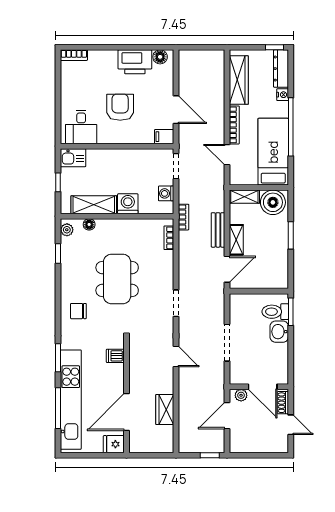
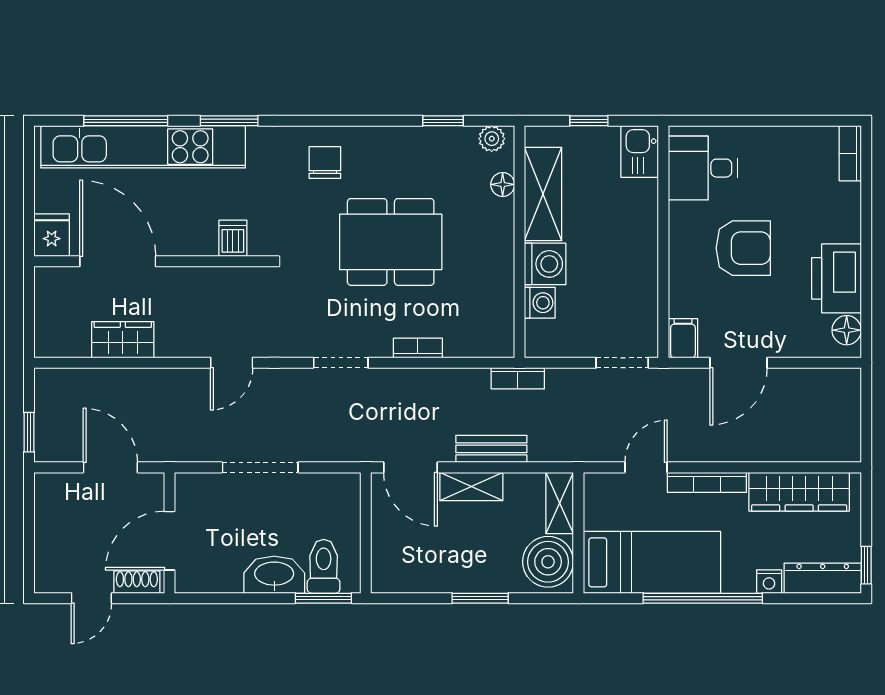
washing machine: (166, 193) -> (540, 303), moved, turned 90
bookcase: (169, 238) -> (418, 348), moved
washbasin: (279, 332) -> (274, 575), width x1.38
plant: (241, 395) -> (152, 496), removed

